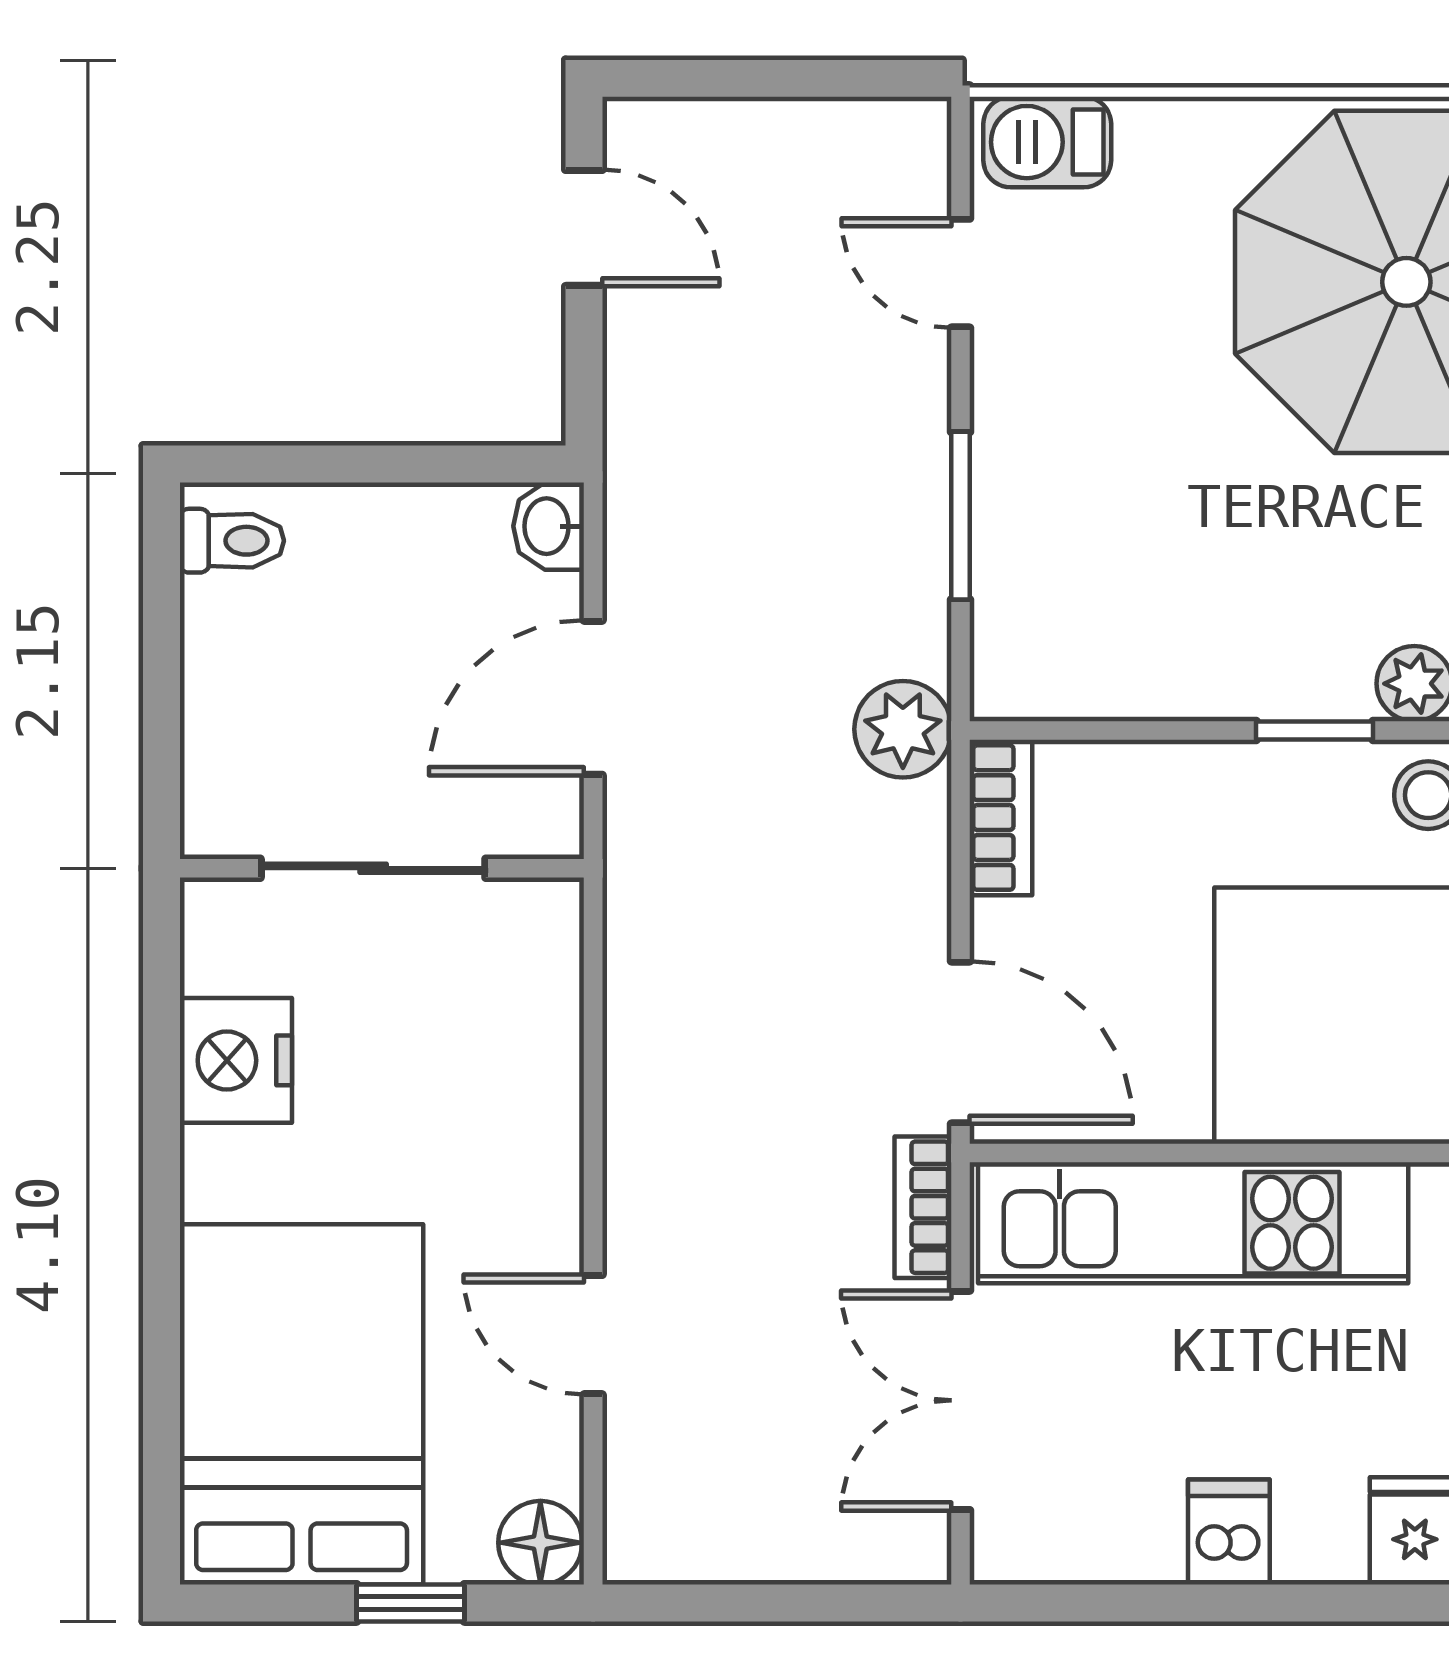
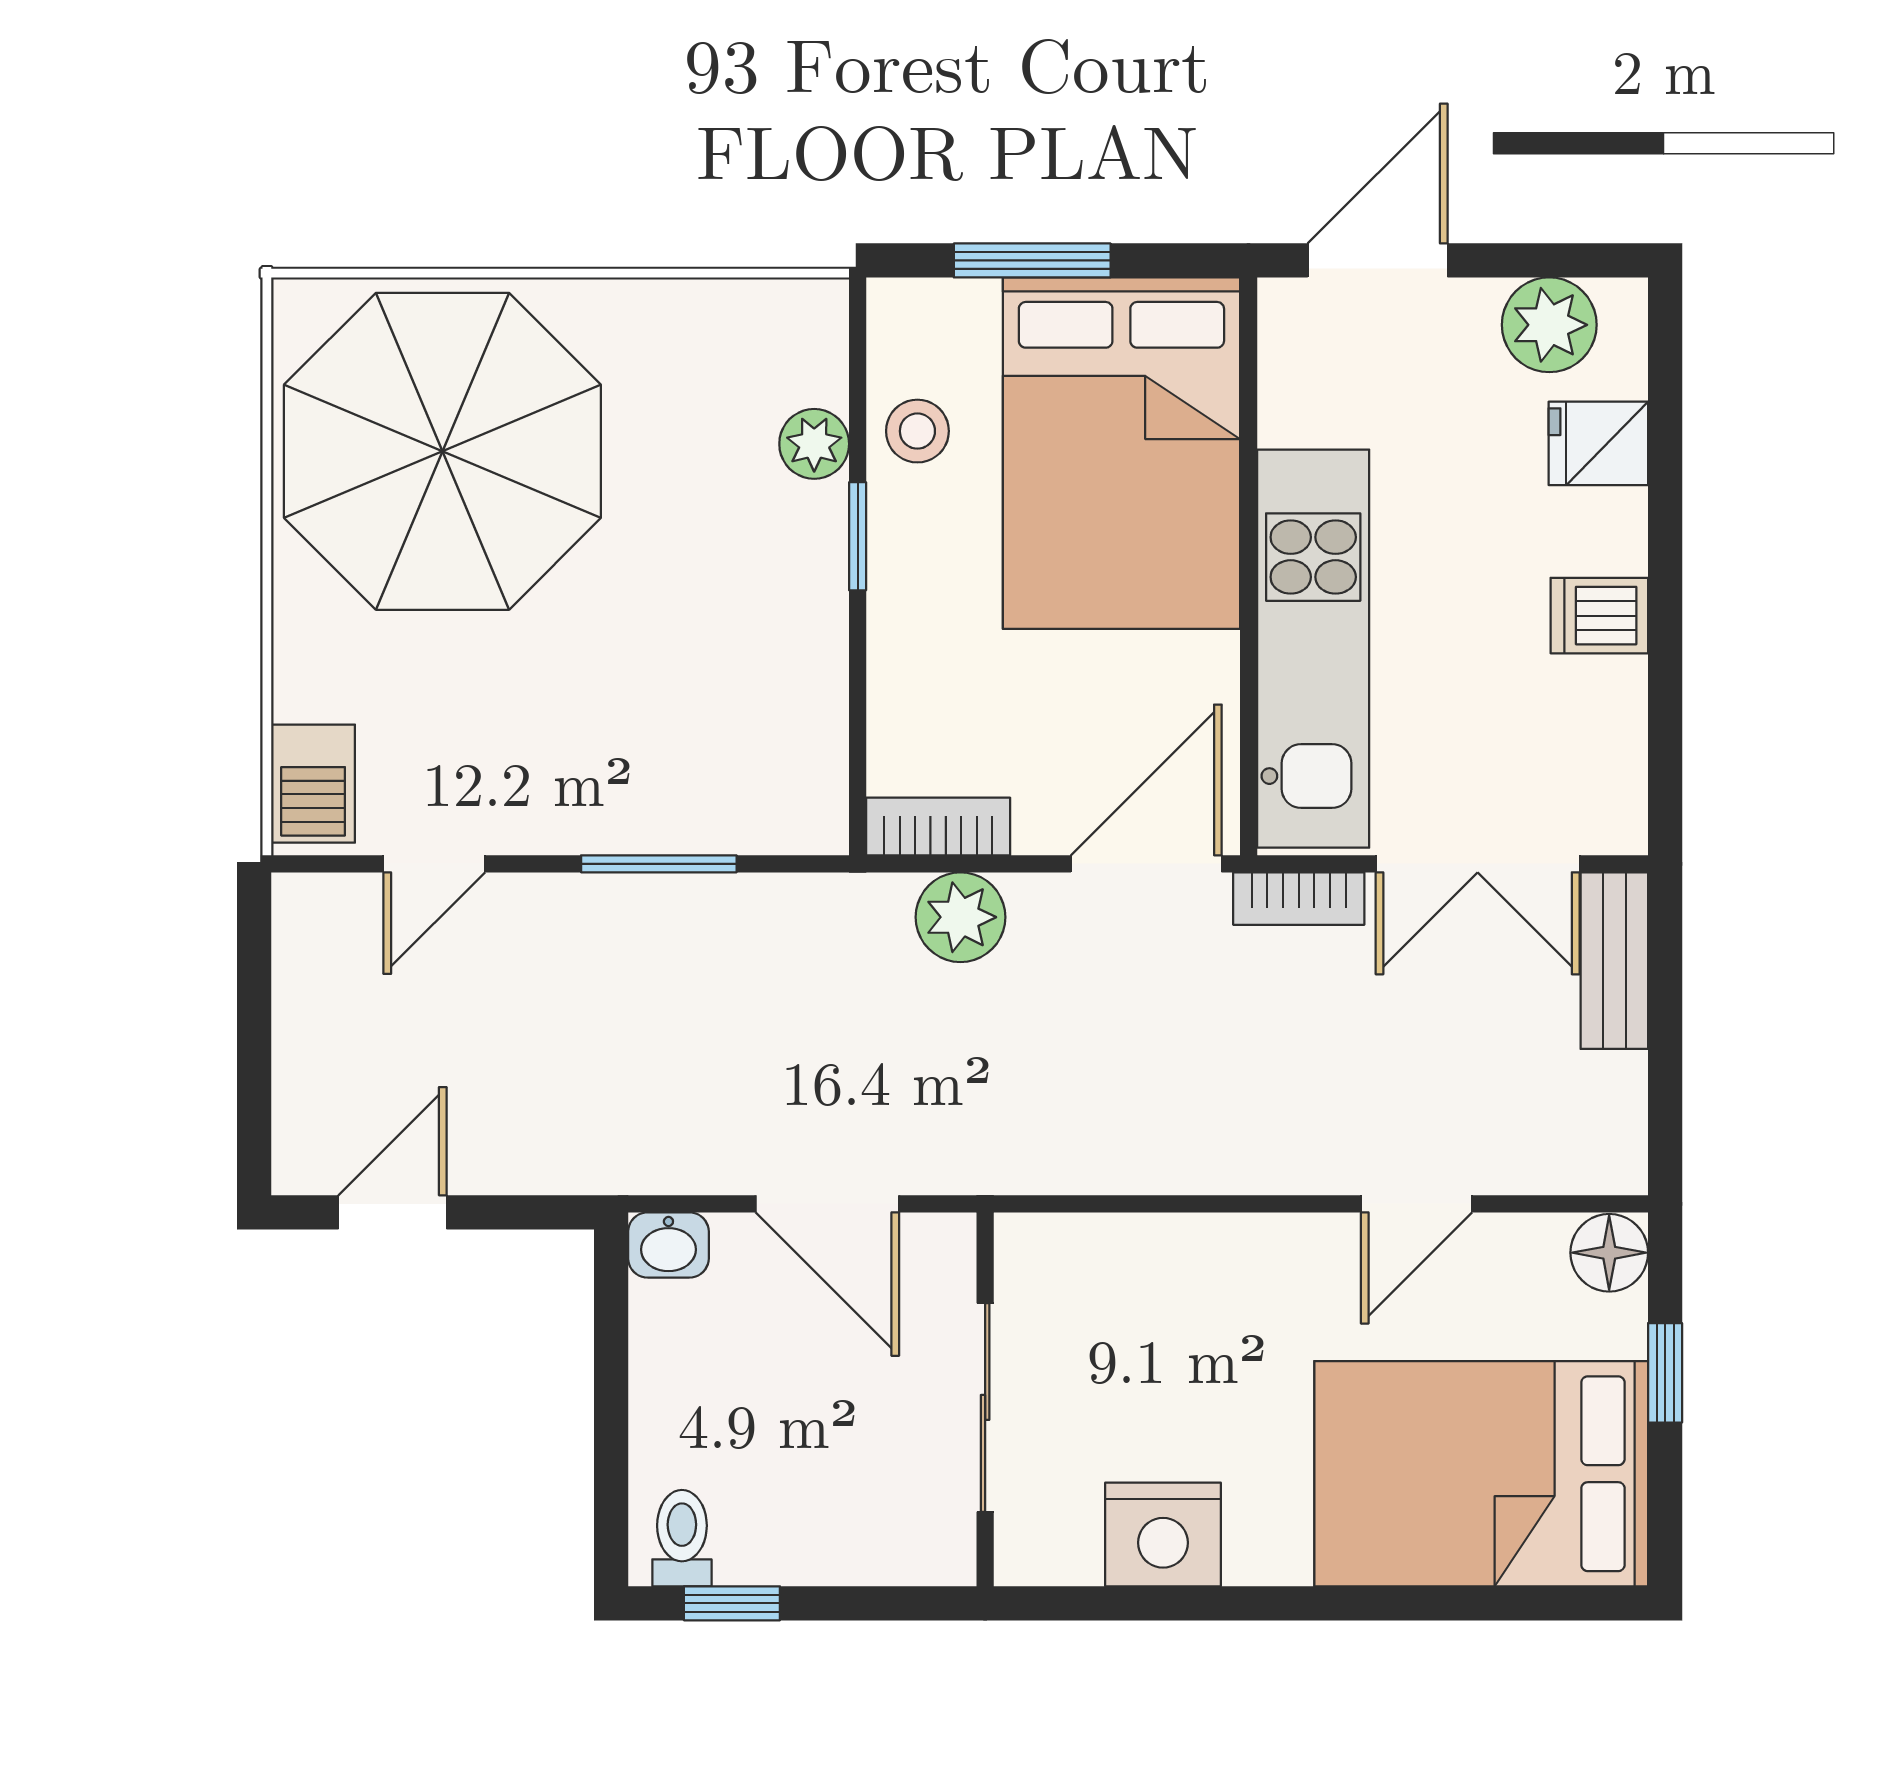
window: (161, 595) -> (732, 1603), added
plant: (903, 729) -> (960, 917), moved
bench: (856, 1548) -> (1614, 961), added

